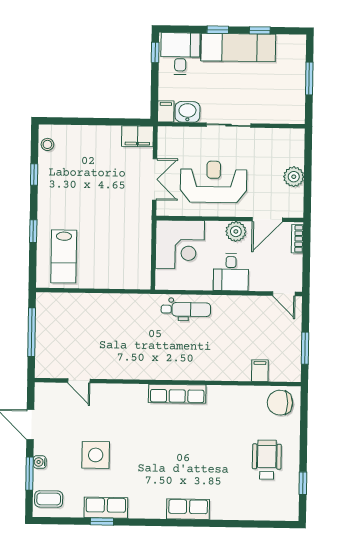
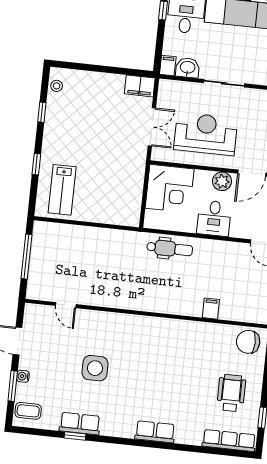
filing cabinet: (260, 371) -> (211, 309), moved
row of seats: (177, 394) -> (229, 441), moved, turned 180
side table: (96, 455) -> (95, 368), moved

